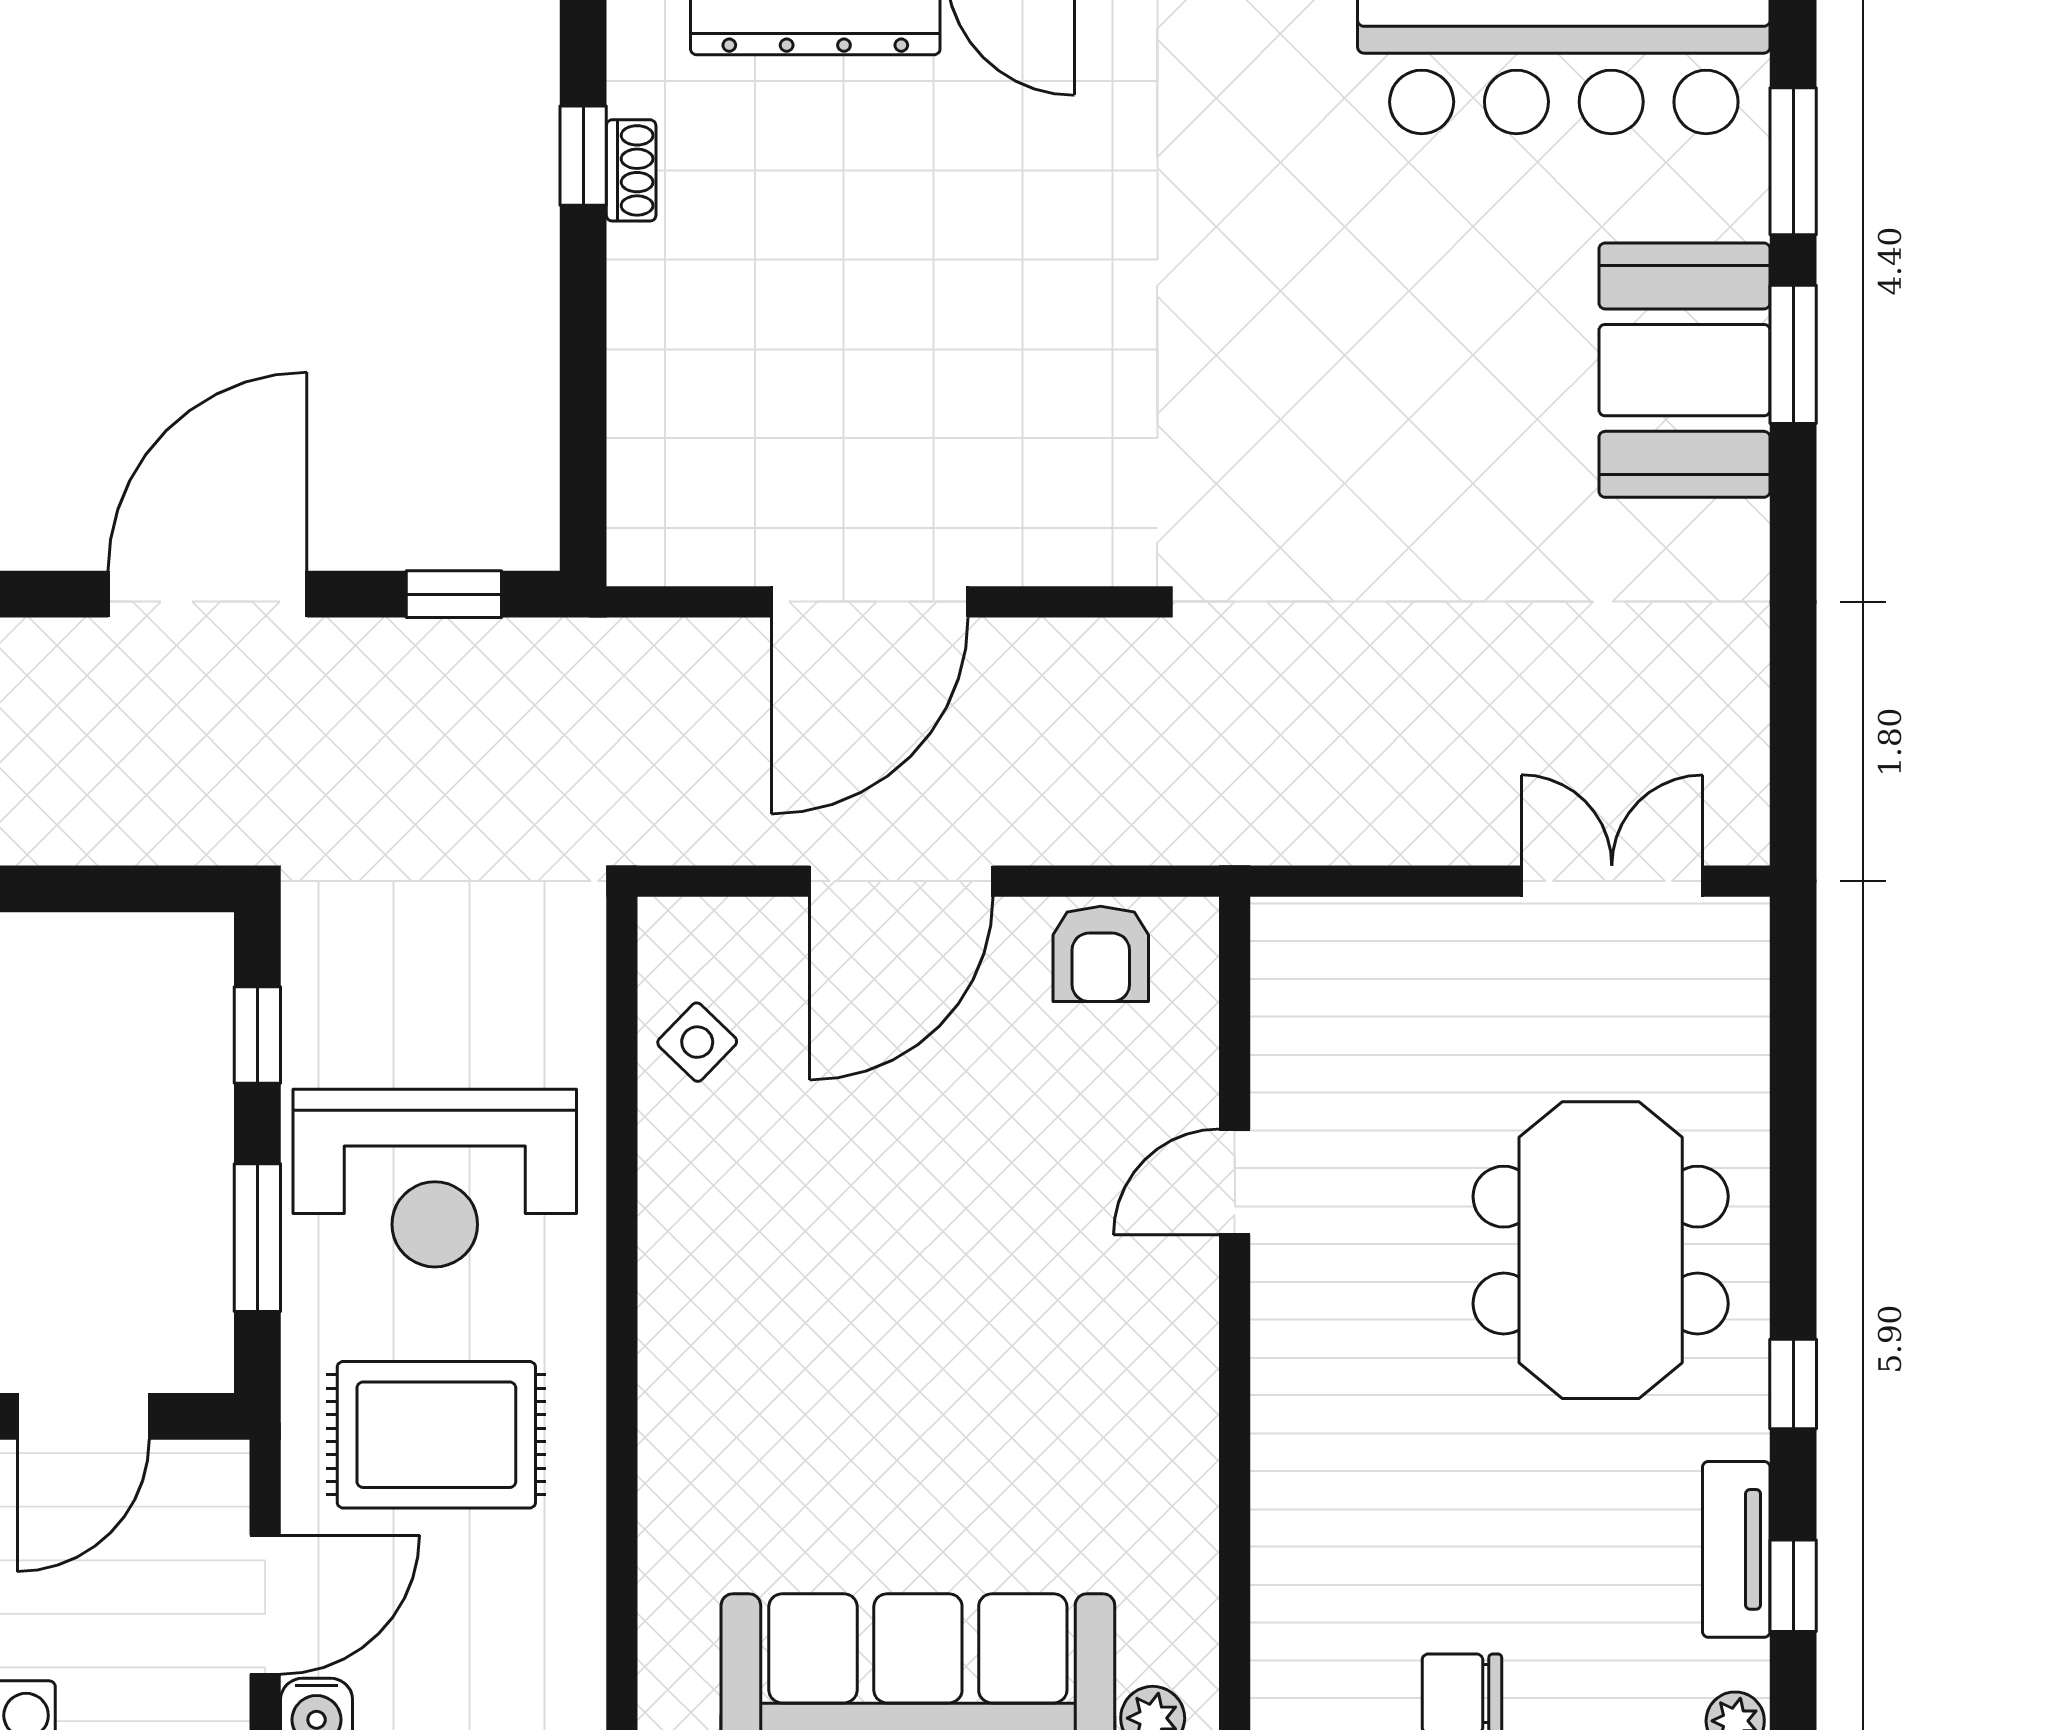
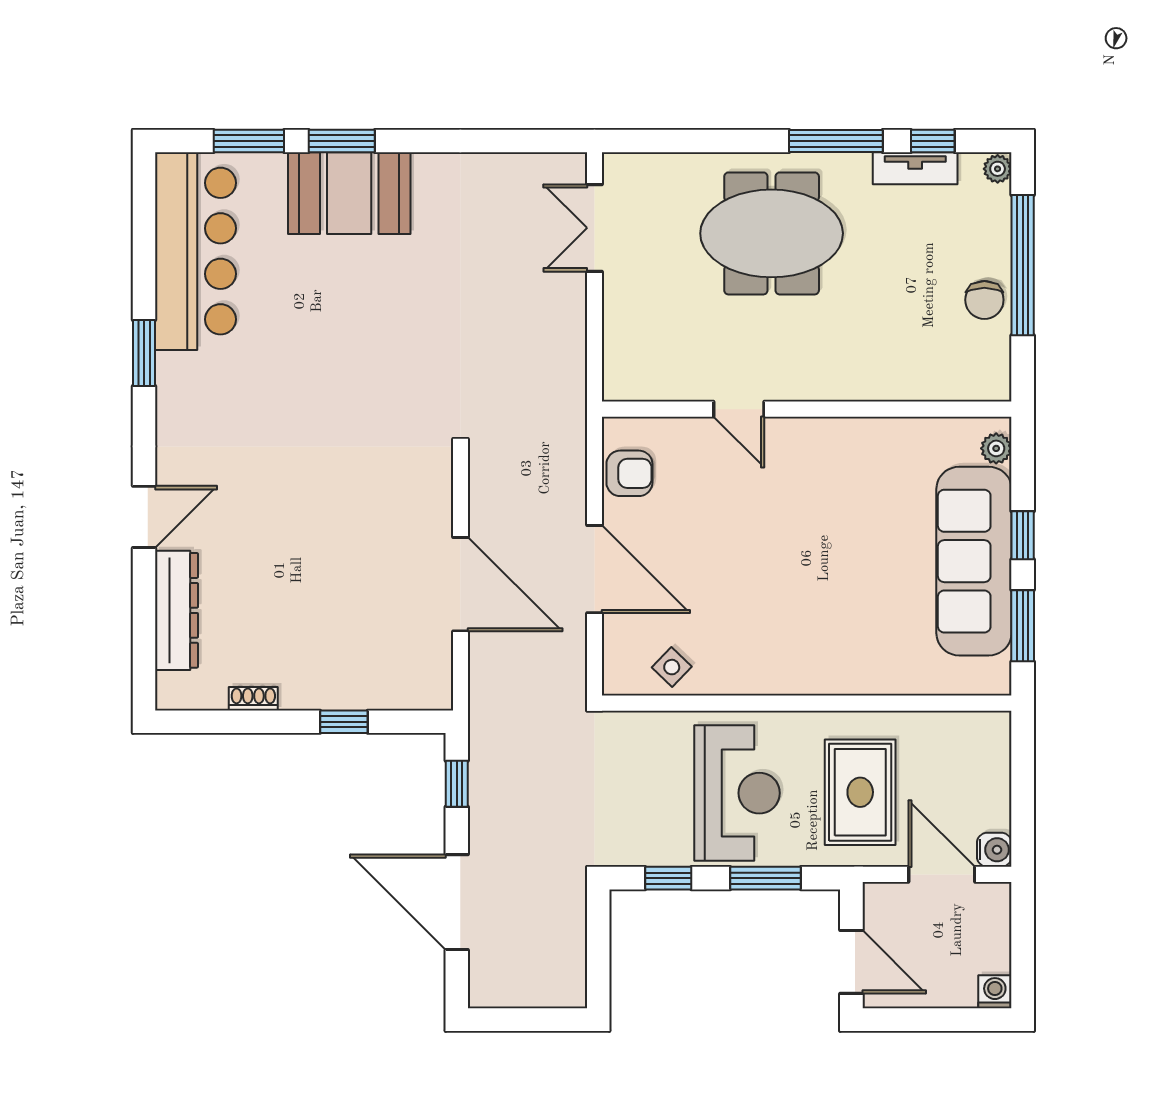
window: (583, 156) -> (344, 722), moved
window: (1793, 1384) -> (836, 141), width x2.17

